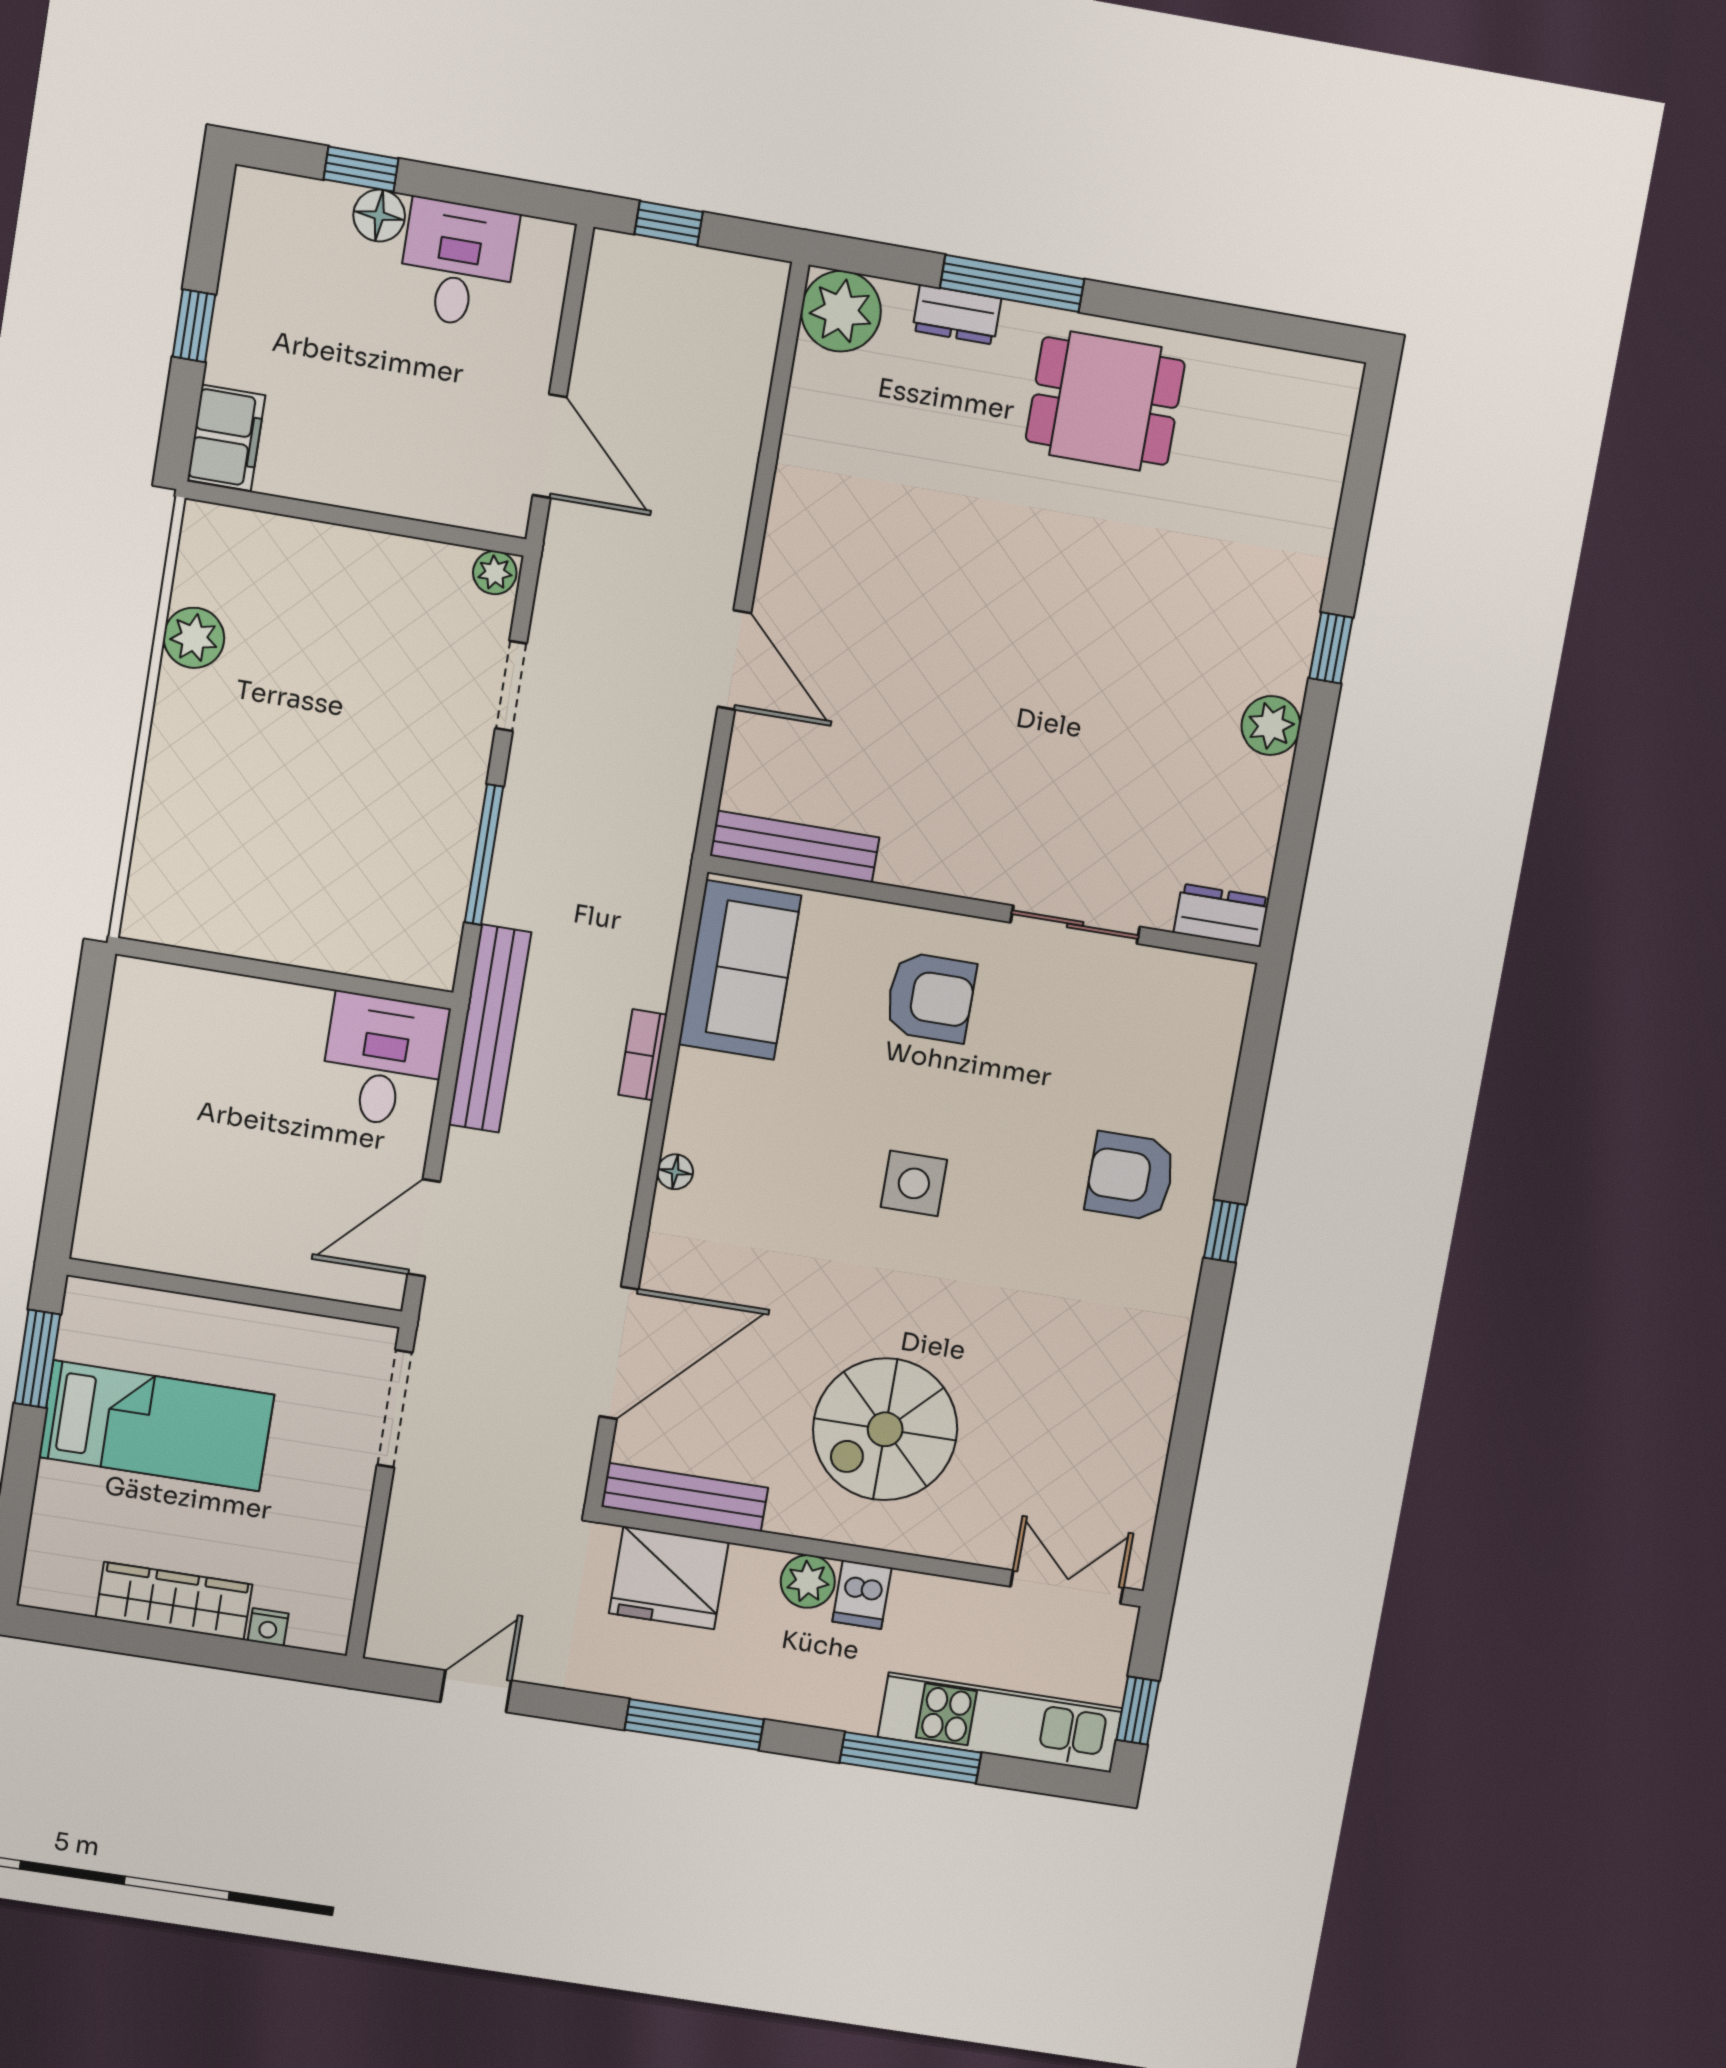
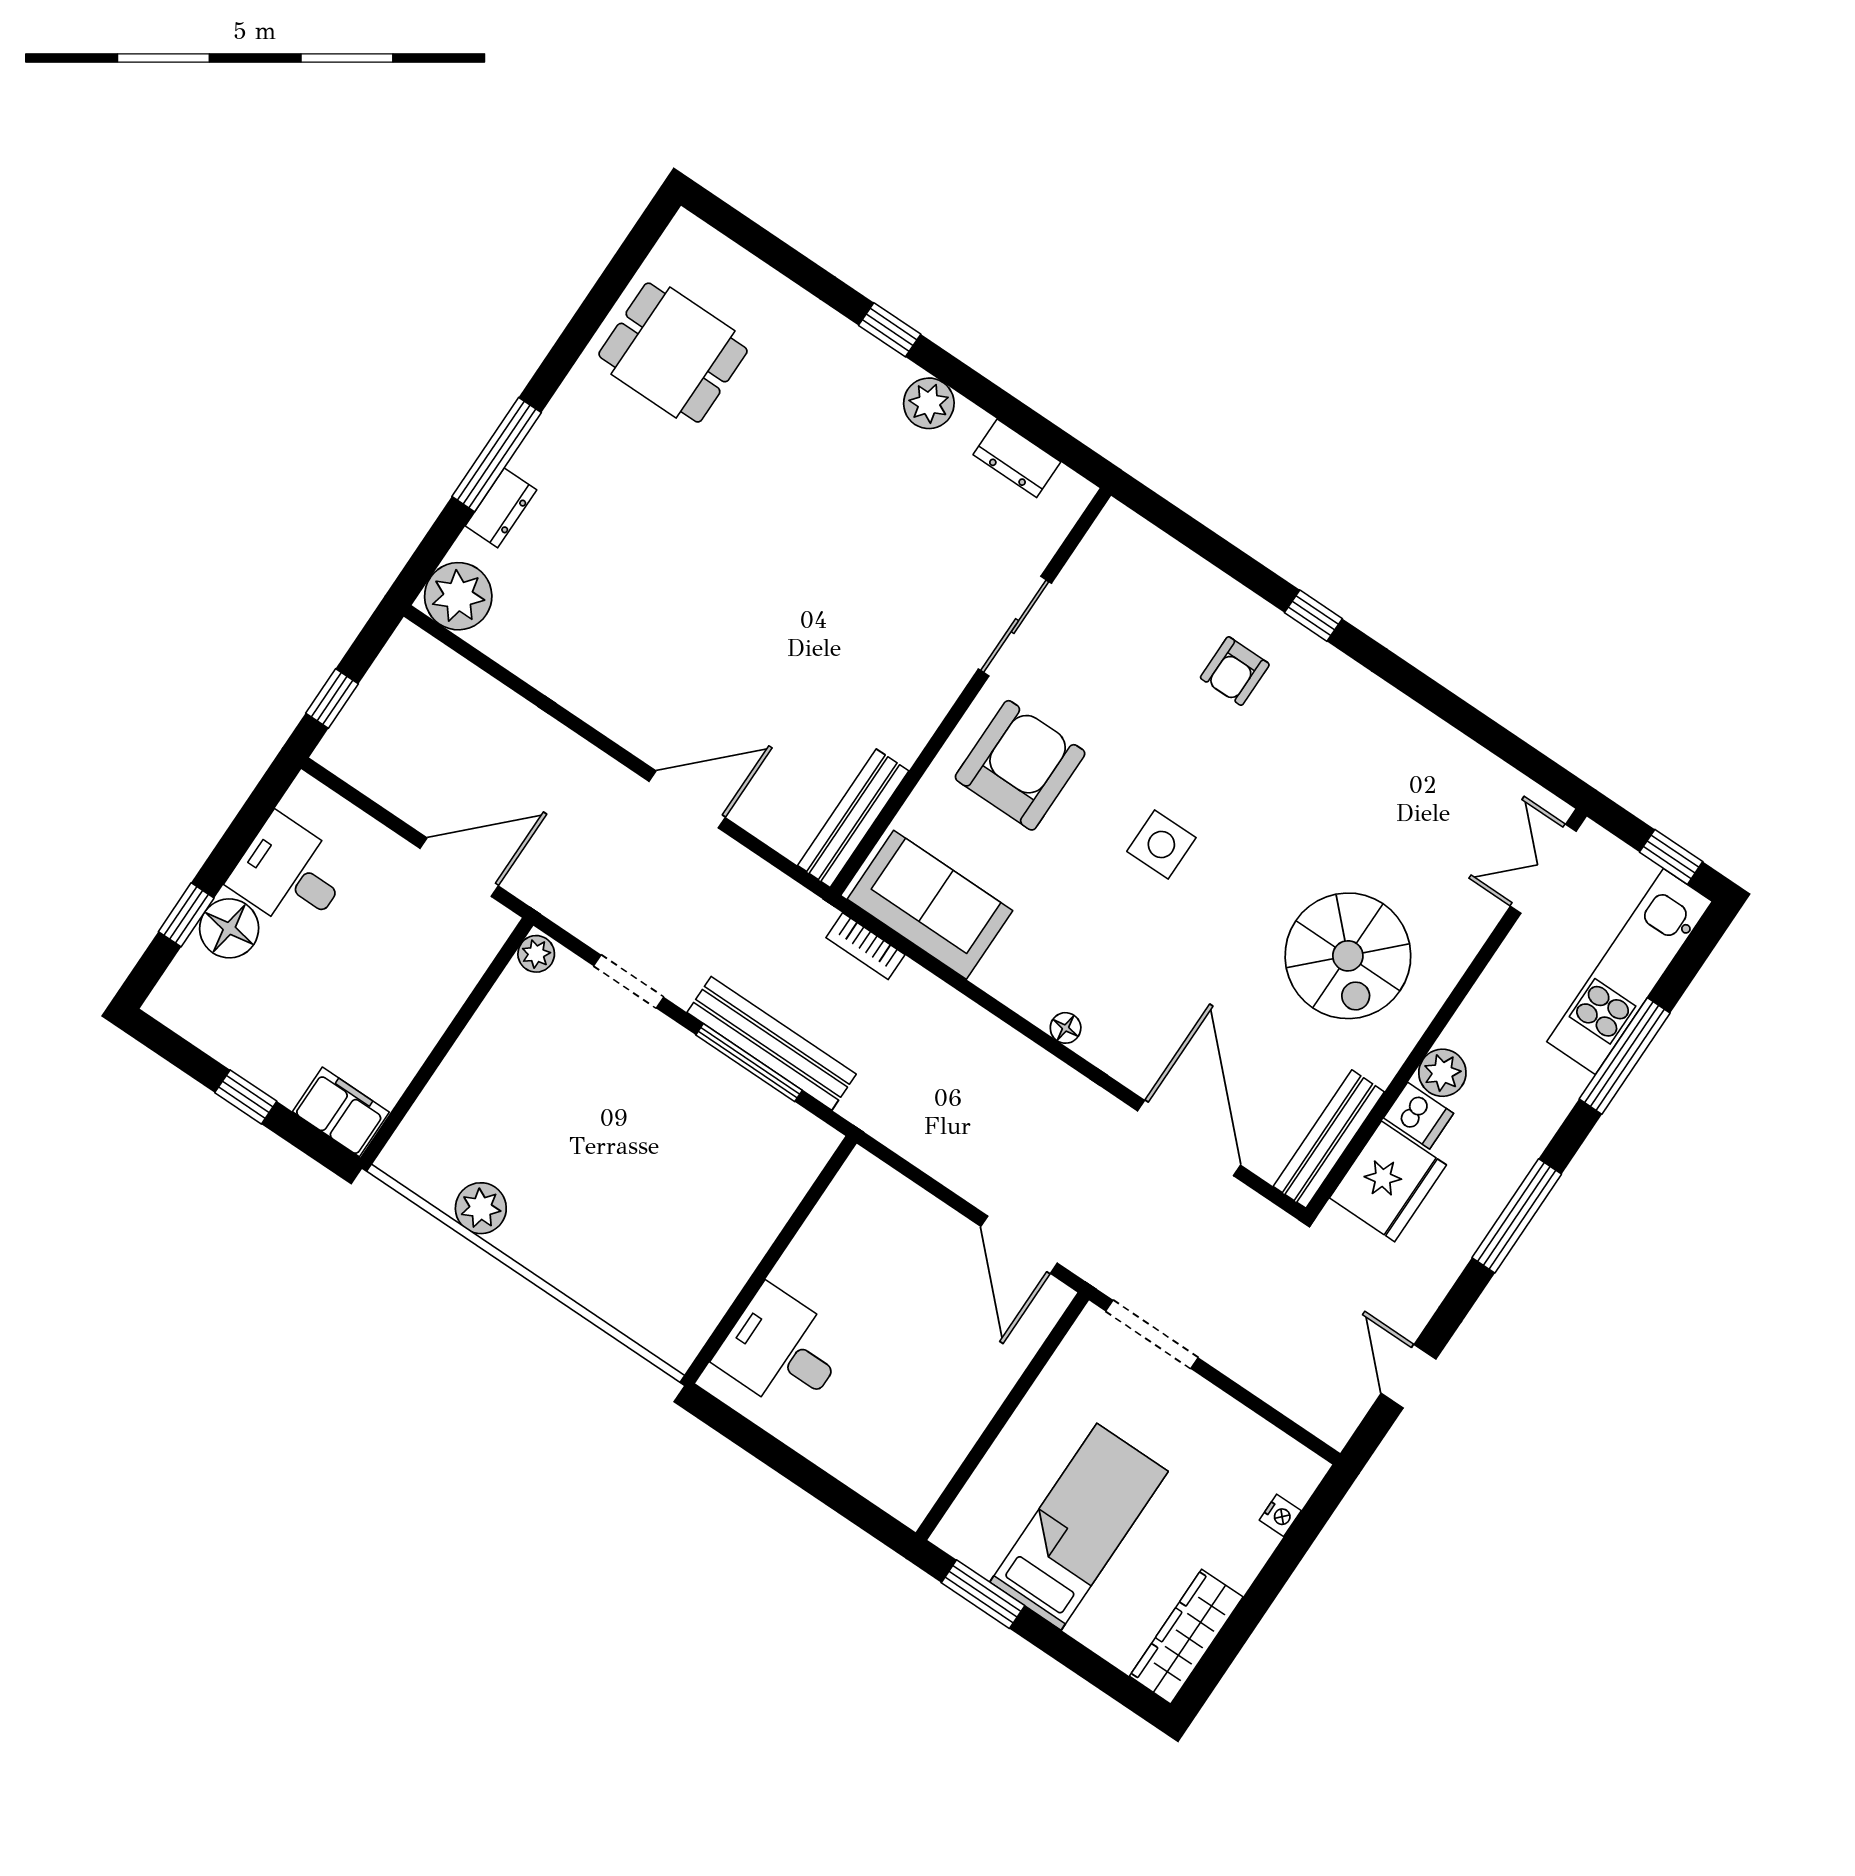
floor lamp: (379, 216) -> (229, 928), width x1.38, depth x1.38
dining table: (1105, 401) -> (673, 353), moved, turned 90
dresser: (1221, 915) -> (1017, 458), moved, turned -90
armchair: (930, 997) -> (1020, 765), width x1.36, depth x1.36
bench: (490, 1029) -> (772, 1043), moved
bookcase: (643, 1055) -> (865, 946), moved
desk: (384, 1061) -> (782, 1351), moved
armchair: (1130, 1176) -> (1235, 671), width x0.72, depth x0.72
dishwasher: (862, 1595) -> (1419, 1116), moved
wardrobe: (174, 1601) -> (1186, 1637), moved

